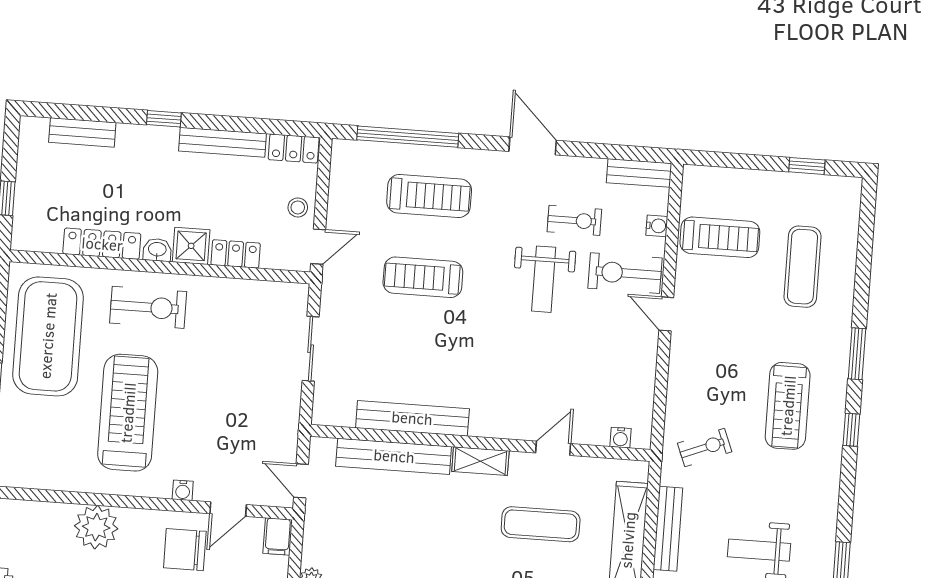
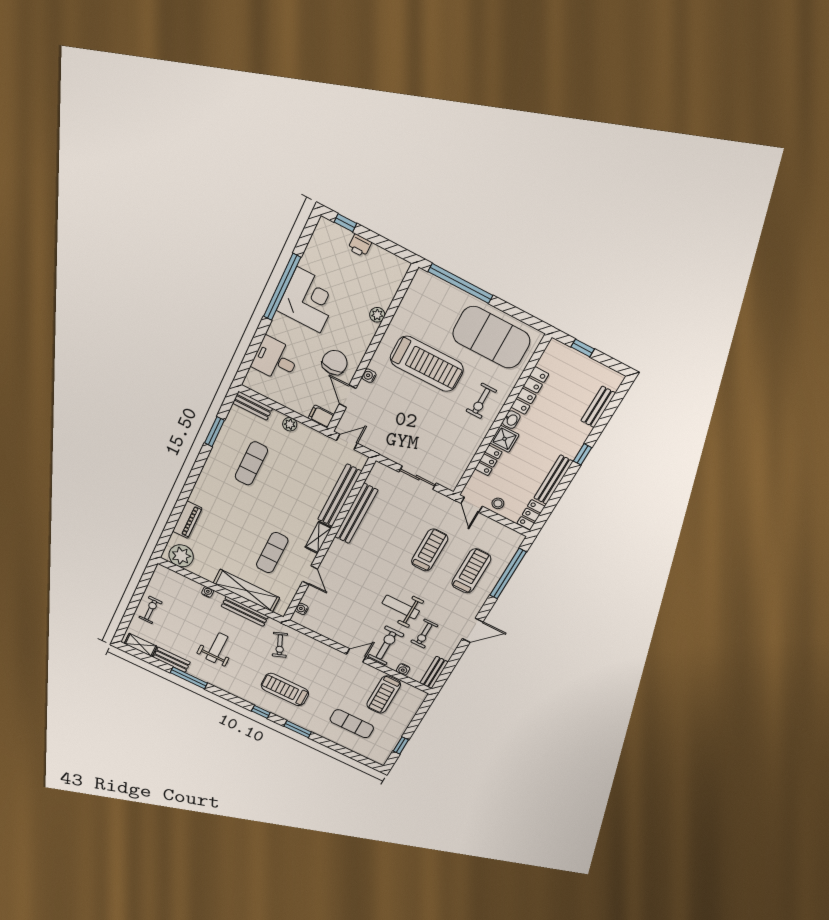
treadmill: (429, 196) -> (471, 571), turned 180
exercise bike: (148, 307) -> (481, 401), width x0.73, depth x0.72
plant: (96, 527) -> (377, 315), width x0.53, depth x0.53

